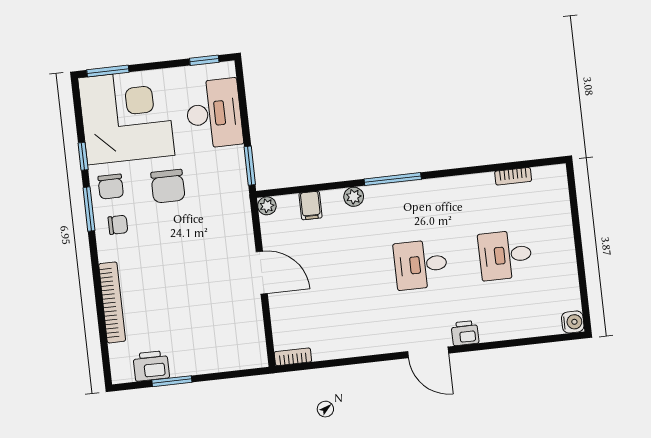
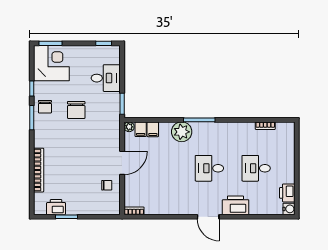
desk: (214, 113) -> (106, 78), width x0.73
corner desk: (126, 117) -> (51, 63), width x0.74, depth x0.74
plant: (354, 197) -> (182, 132), width x1.87, depth x1.87
filing cabinet: (288, 208) -> (141, 129), added
chair: (118, 225) -> (107, 185), moved
door: (262, 273) -> (122, 163), hinge flipped
printer: (566, 293) -> (287, 193), added
printer: (465, 333) -> (236, 205), width x1.87, depth x1.48

